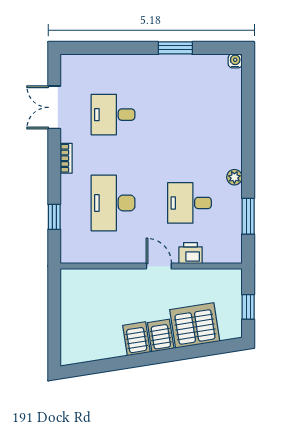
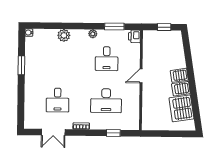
plant: (231, 125) -> (64, 35), added
printer: (191, 253) -> (134, 36), moved
server rack: (195, 325) -> (181, 108), moved

